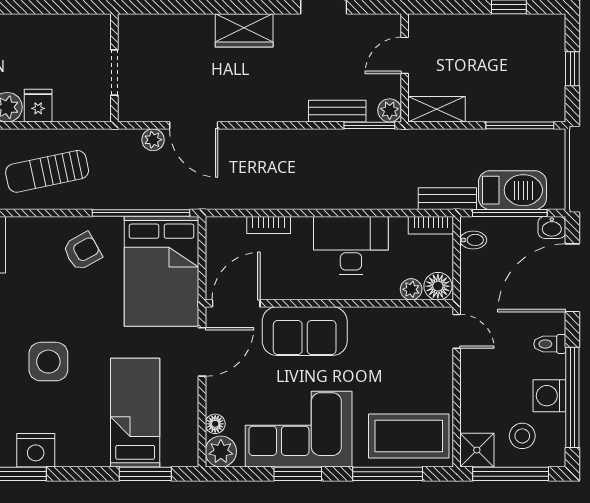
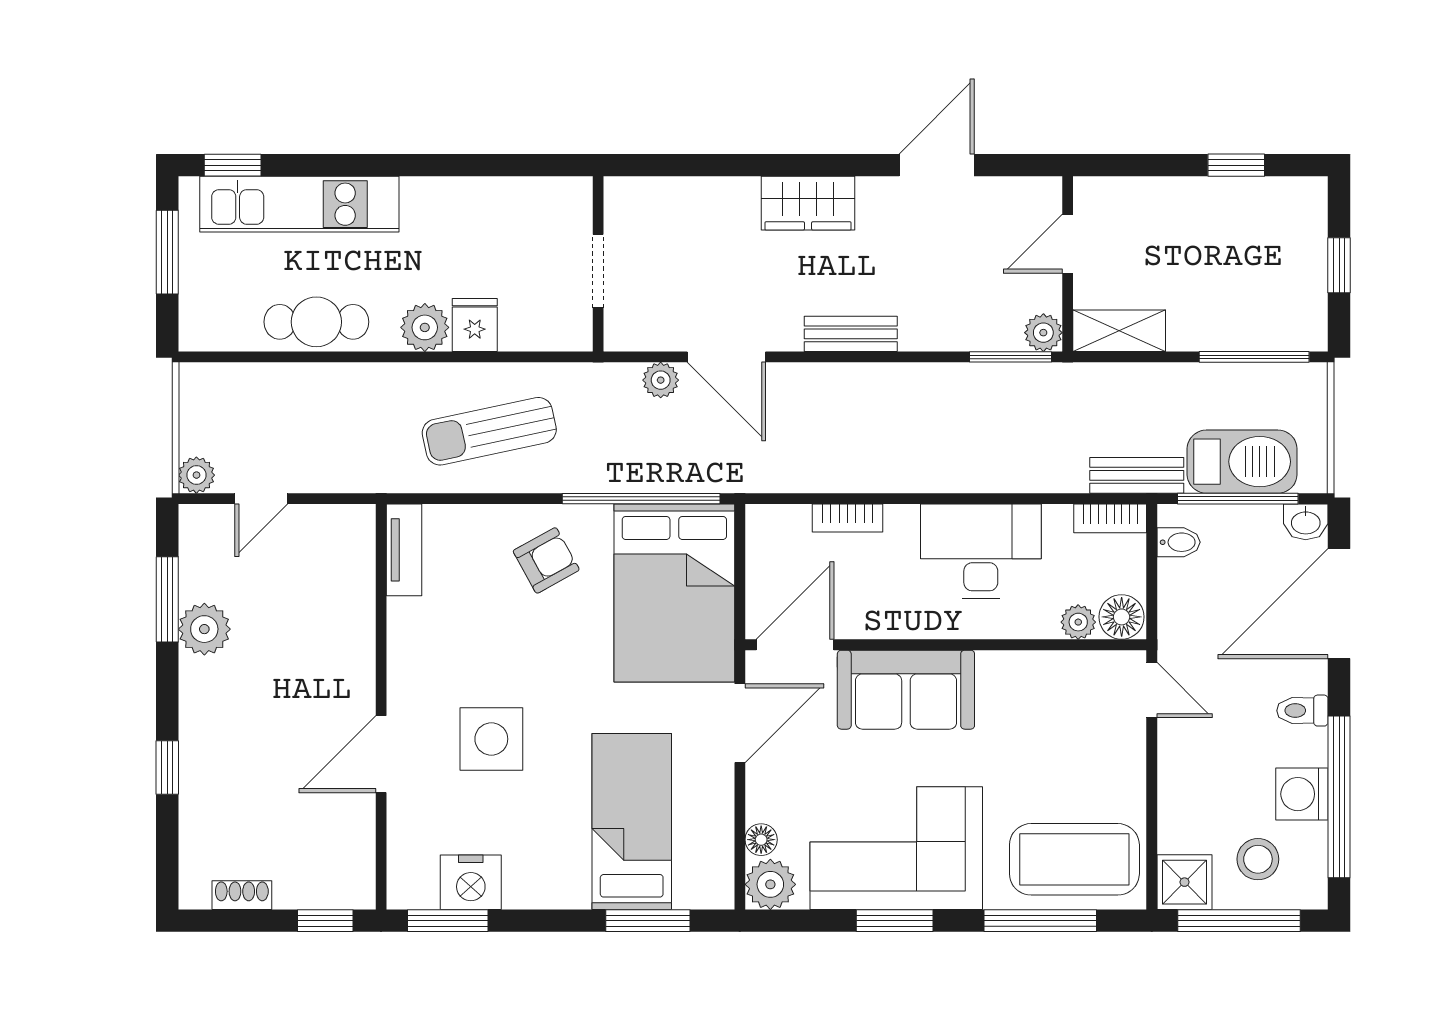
bench: (337, 111) -> (851, 334), moved

